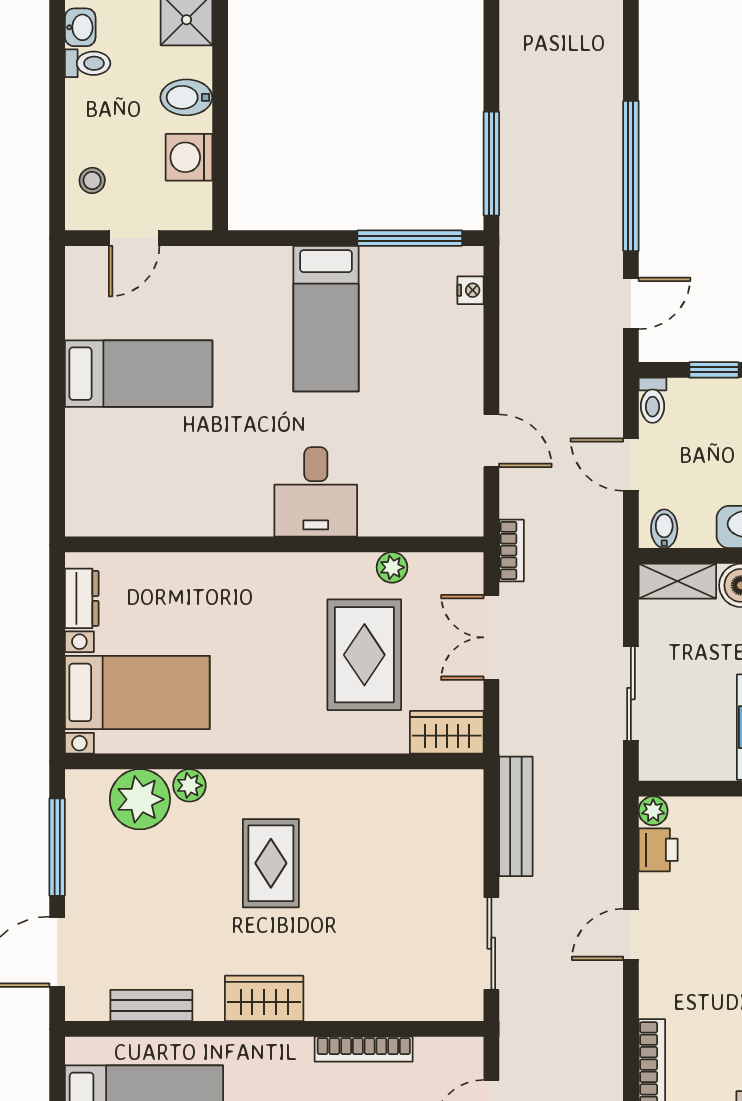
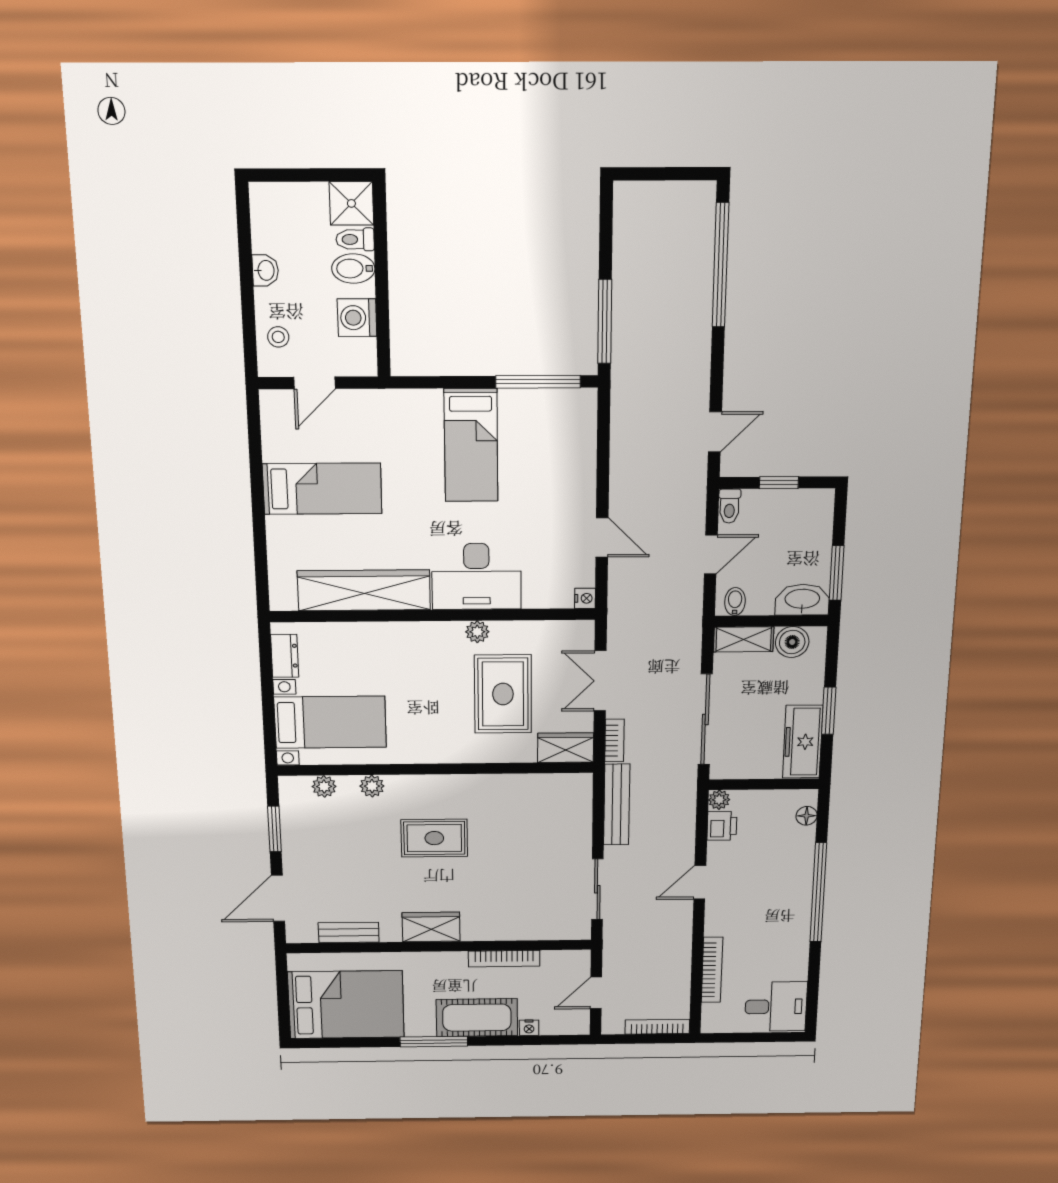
washbasin: (80, 27) -> (265, 270), moved
toilet: (88, 63) -> (355, 239), moved, turned 180
window: (631, 176) -> (720, 265), moved
nightstand: (471, 290) -> (585, 598), moved
door: (631, 465) -> (711, 554), swing flipped
desk: (316, 492) -> (476, 576), width x1.37
wardrobe: (187, 509) -> (364, 590), added
bookcase: (511, 551) -> (614, 740), moved
plant: (392, 567) -> (477, 632), moved
sliding door: (631, 694) -> (705, 719), width x1.37
plant: (140, 799) -> (324, 786), width x0.53, depth x0.53
window: (57, 847) -> (274, 829), width x0.69
rug: (271, 863) -> (434, 838), turned 90

